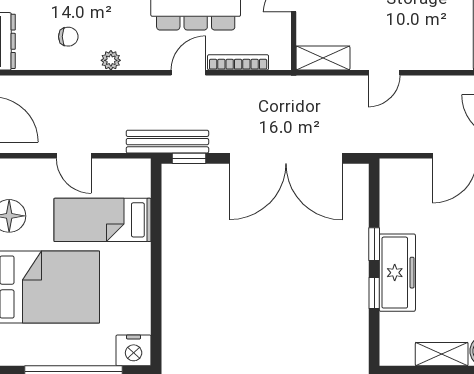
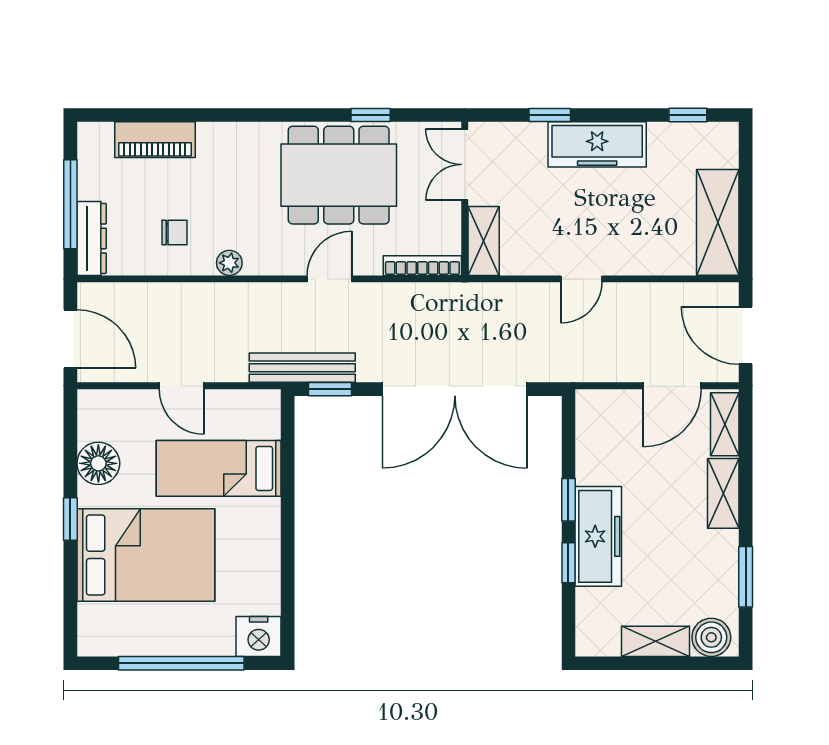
shelving: (323, 58) -> (484, 241), moved, turned 90
bookcase: (238, 62) -> (422, 266), moved

